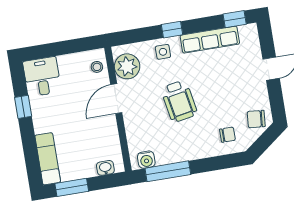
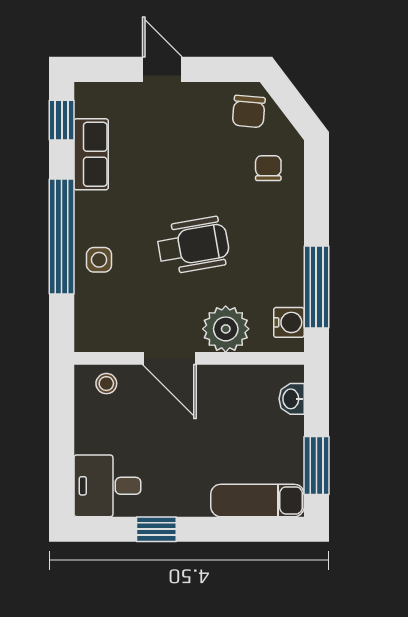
window: (172, 30) -> (62, 236), width x3.17
row of seats: (210, 40) -> (91, 154), width x0.68
plant: (127, 66) -> (226, 329), moved

